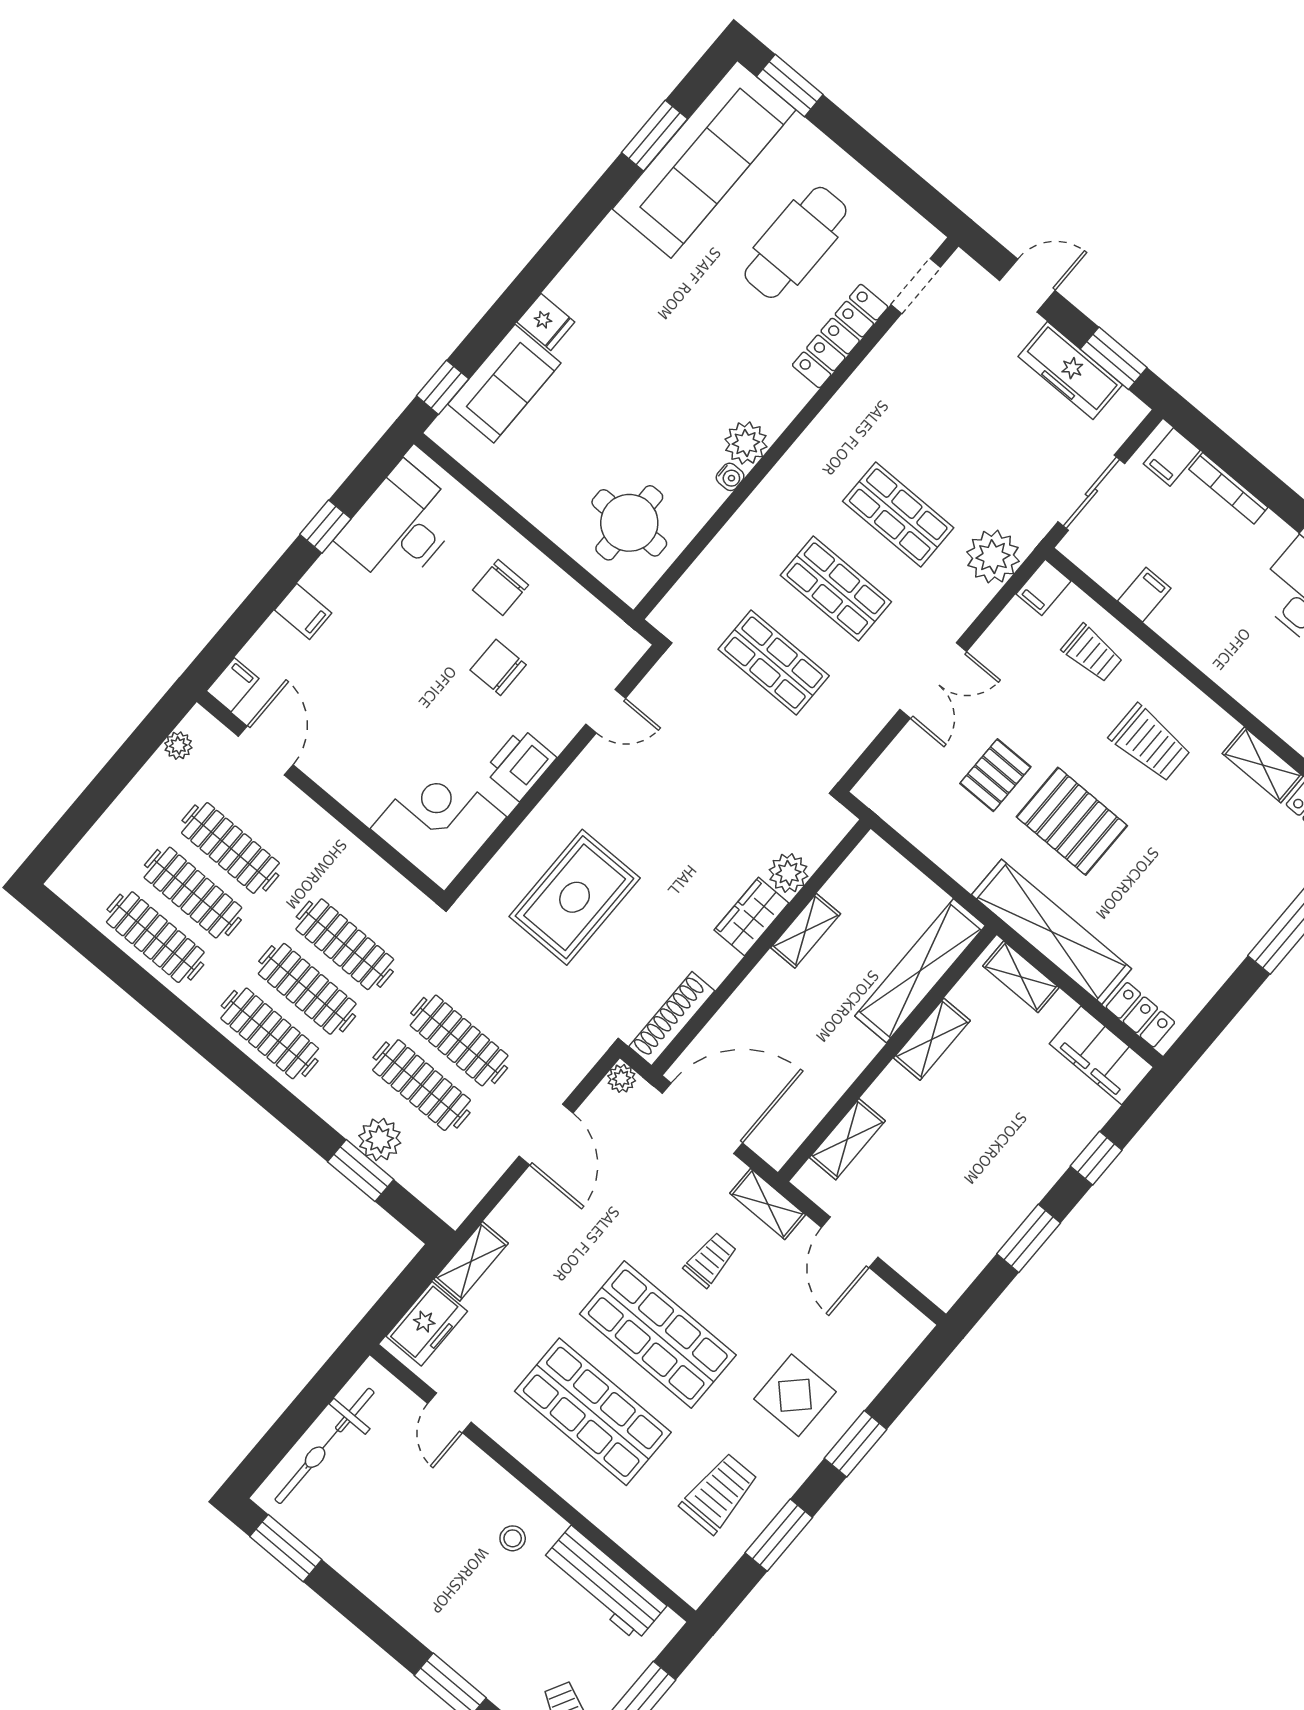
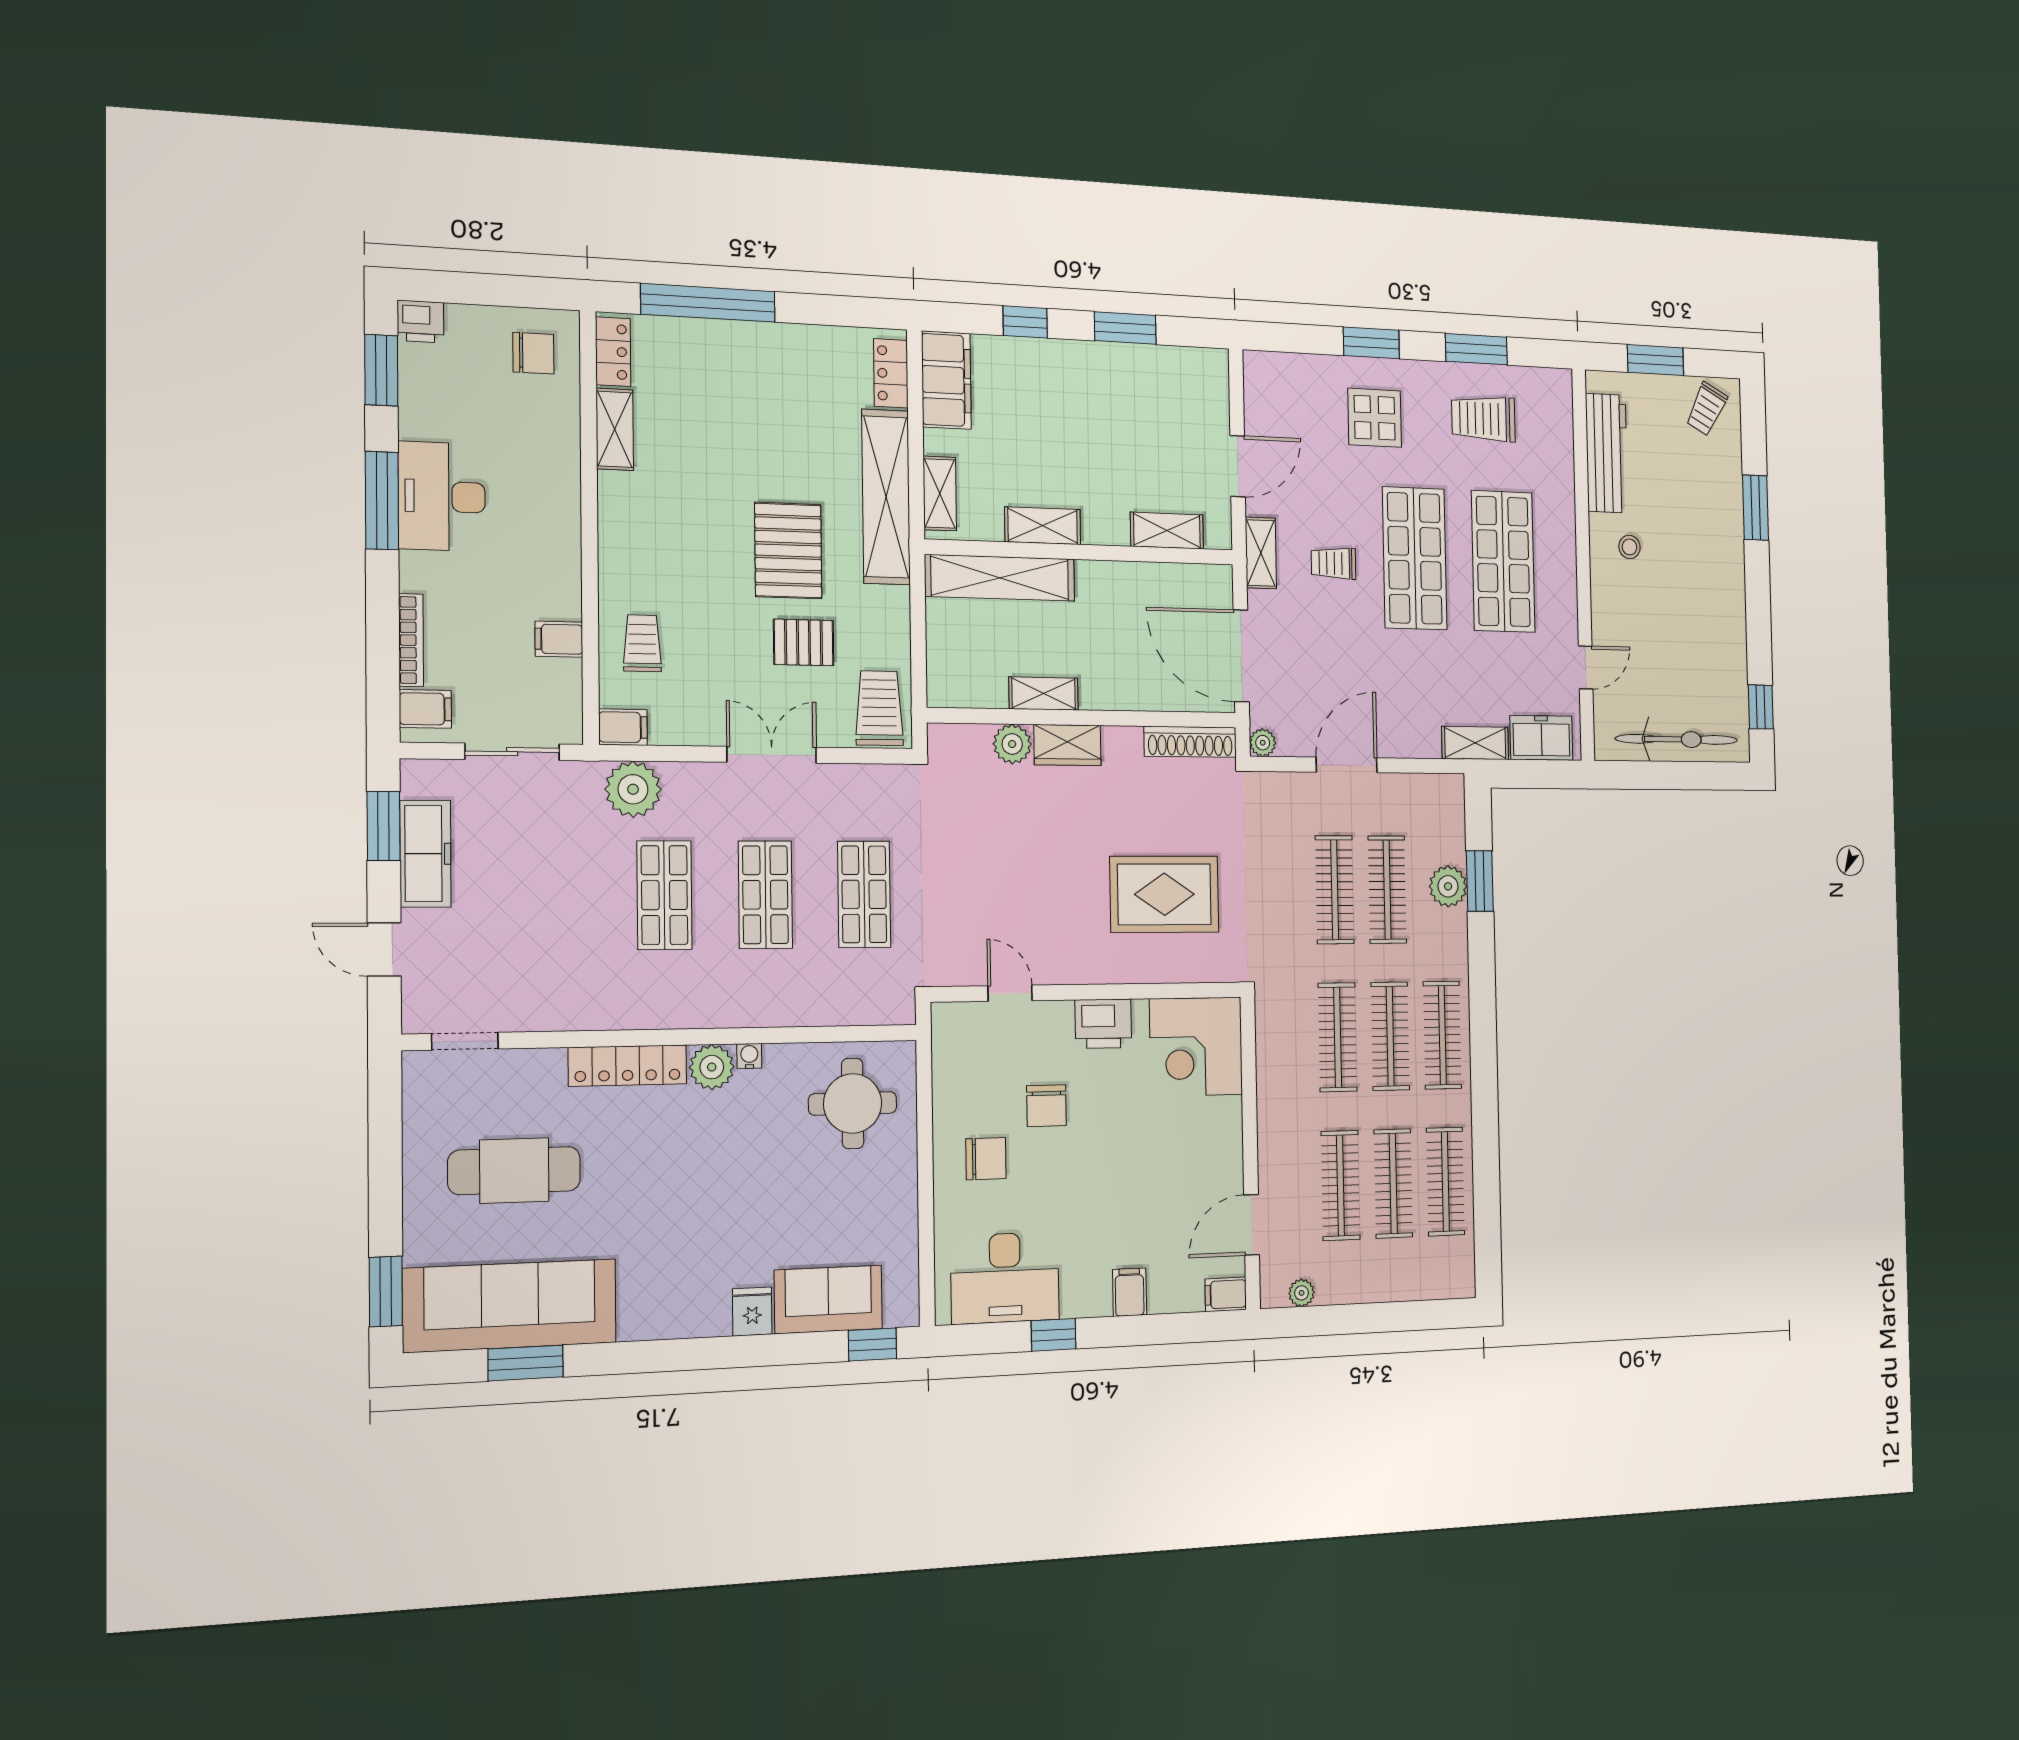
locker: (840, 336) -> (628, 1066), moved
trolley: (1150, 743) -> (879, 708), moved
window: (286, 1548) -> (1761, 707), width x0.67

